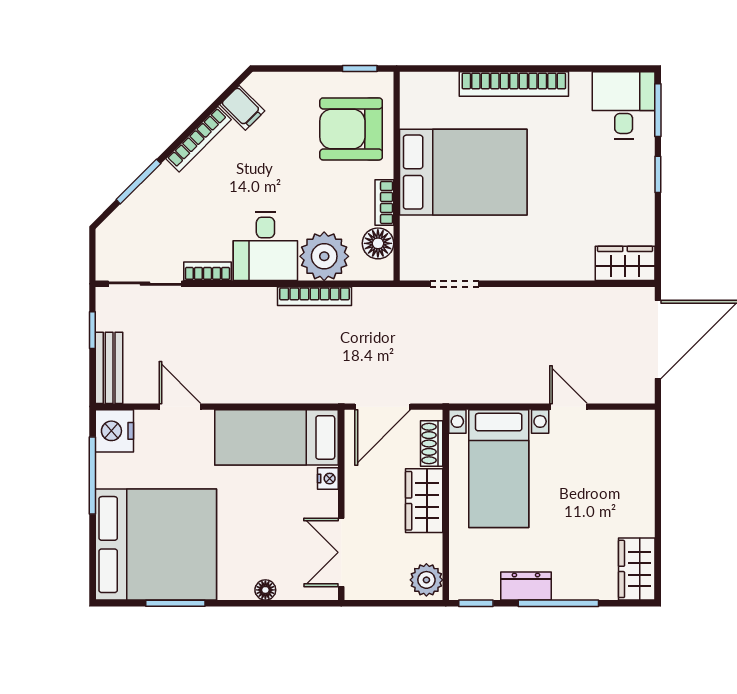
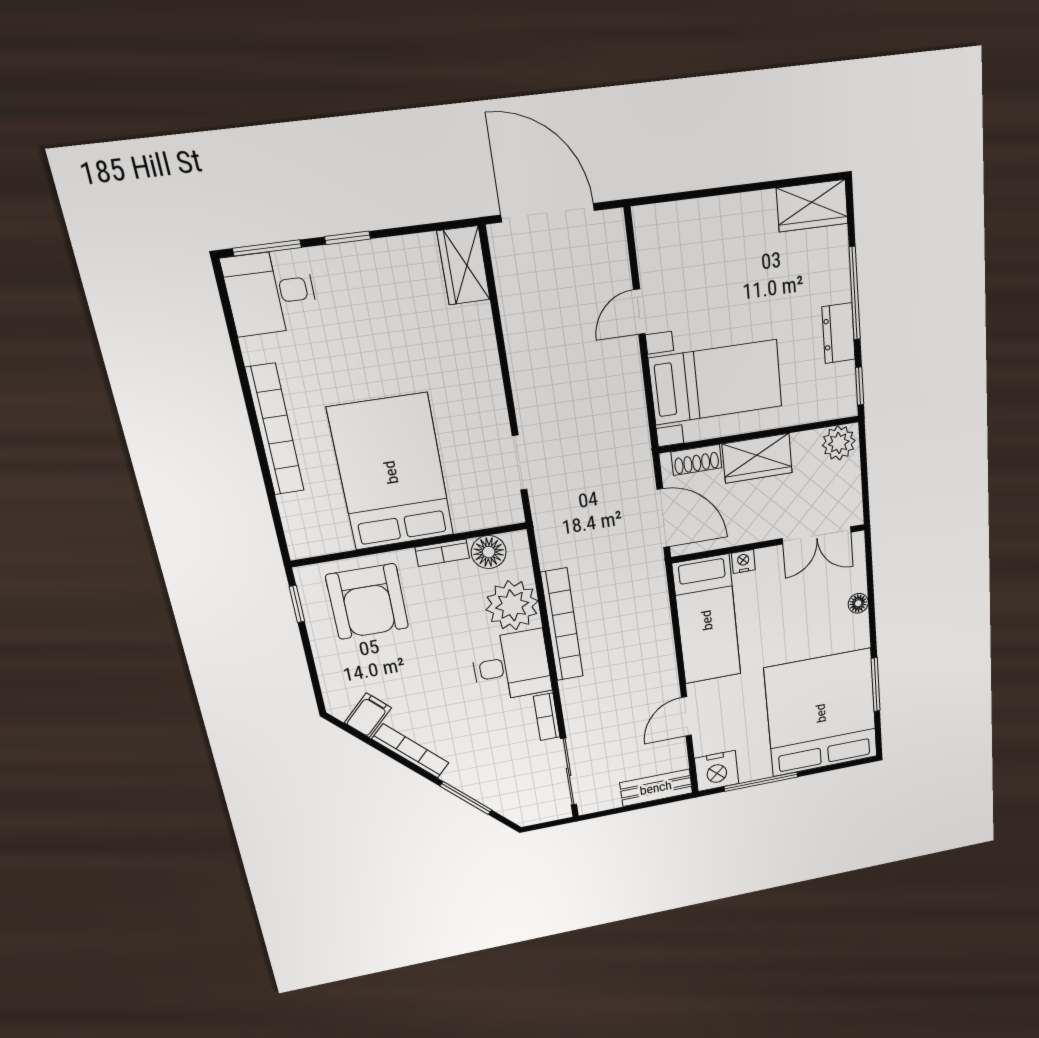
bookcase: (315, 296) -> (562, 625), width x1.48, depth x1.31
window: (92, 330) -> (622, 810), removed

